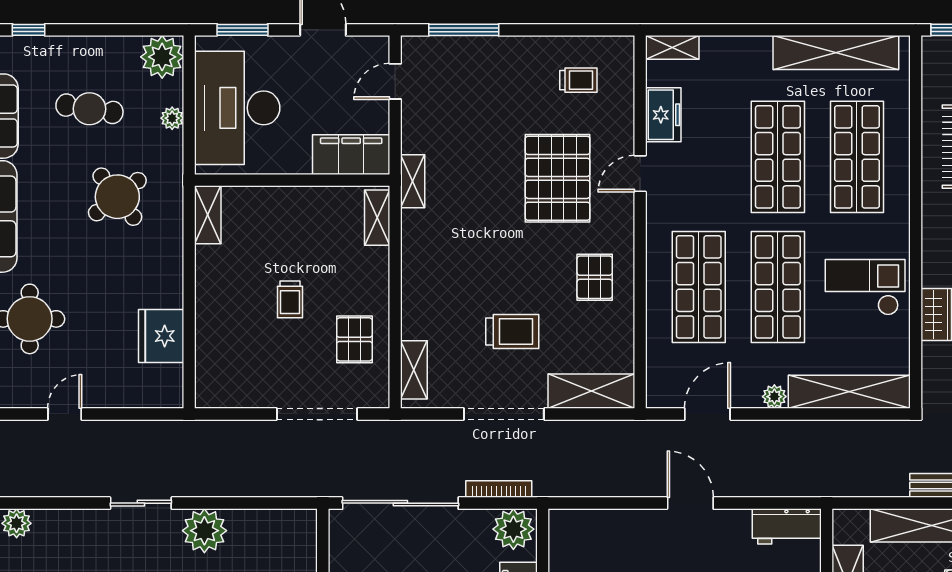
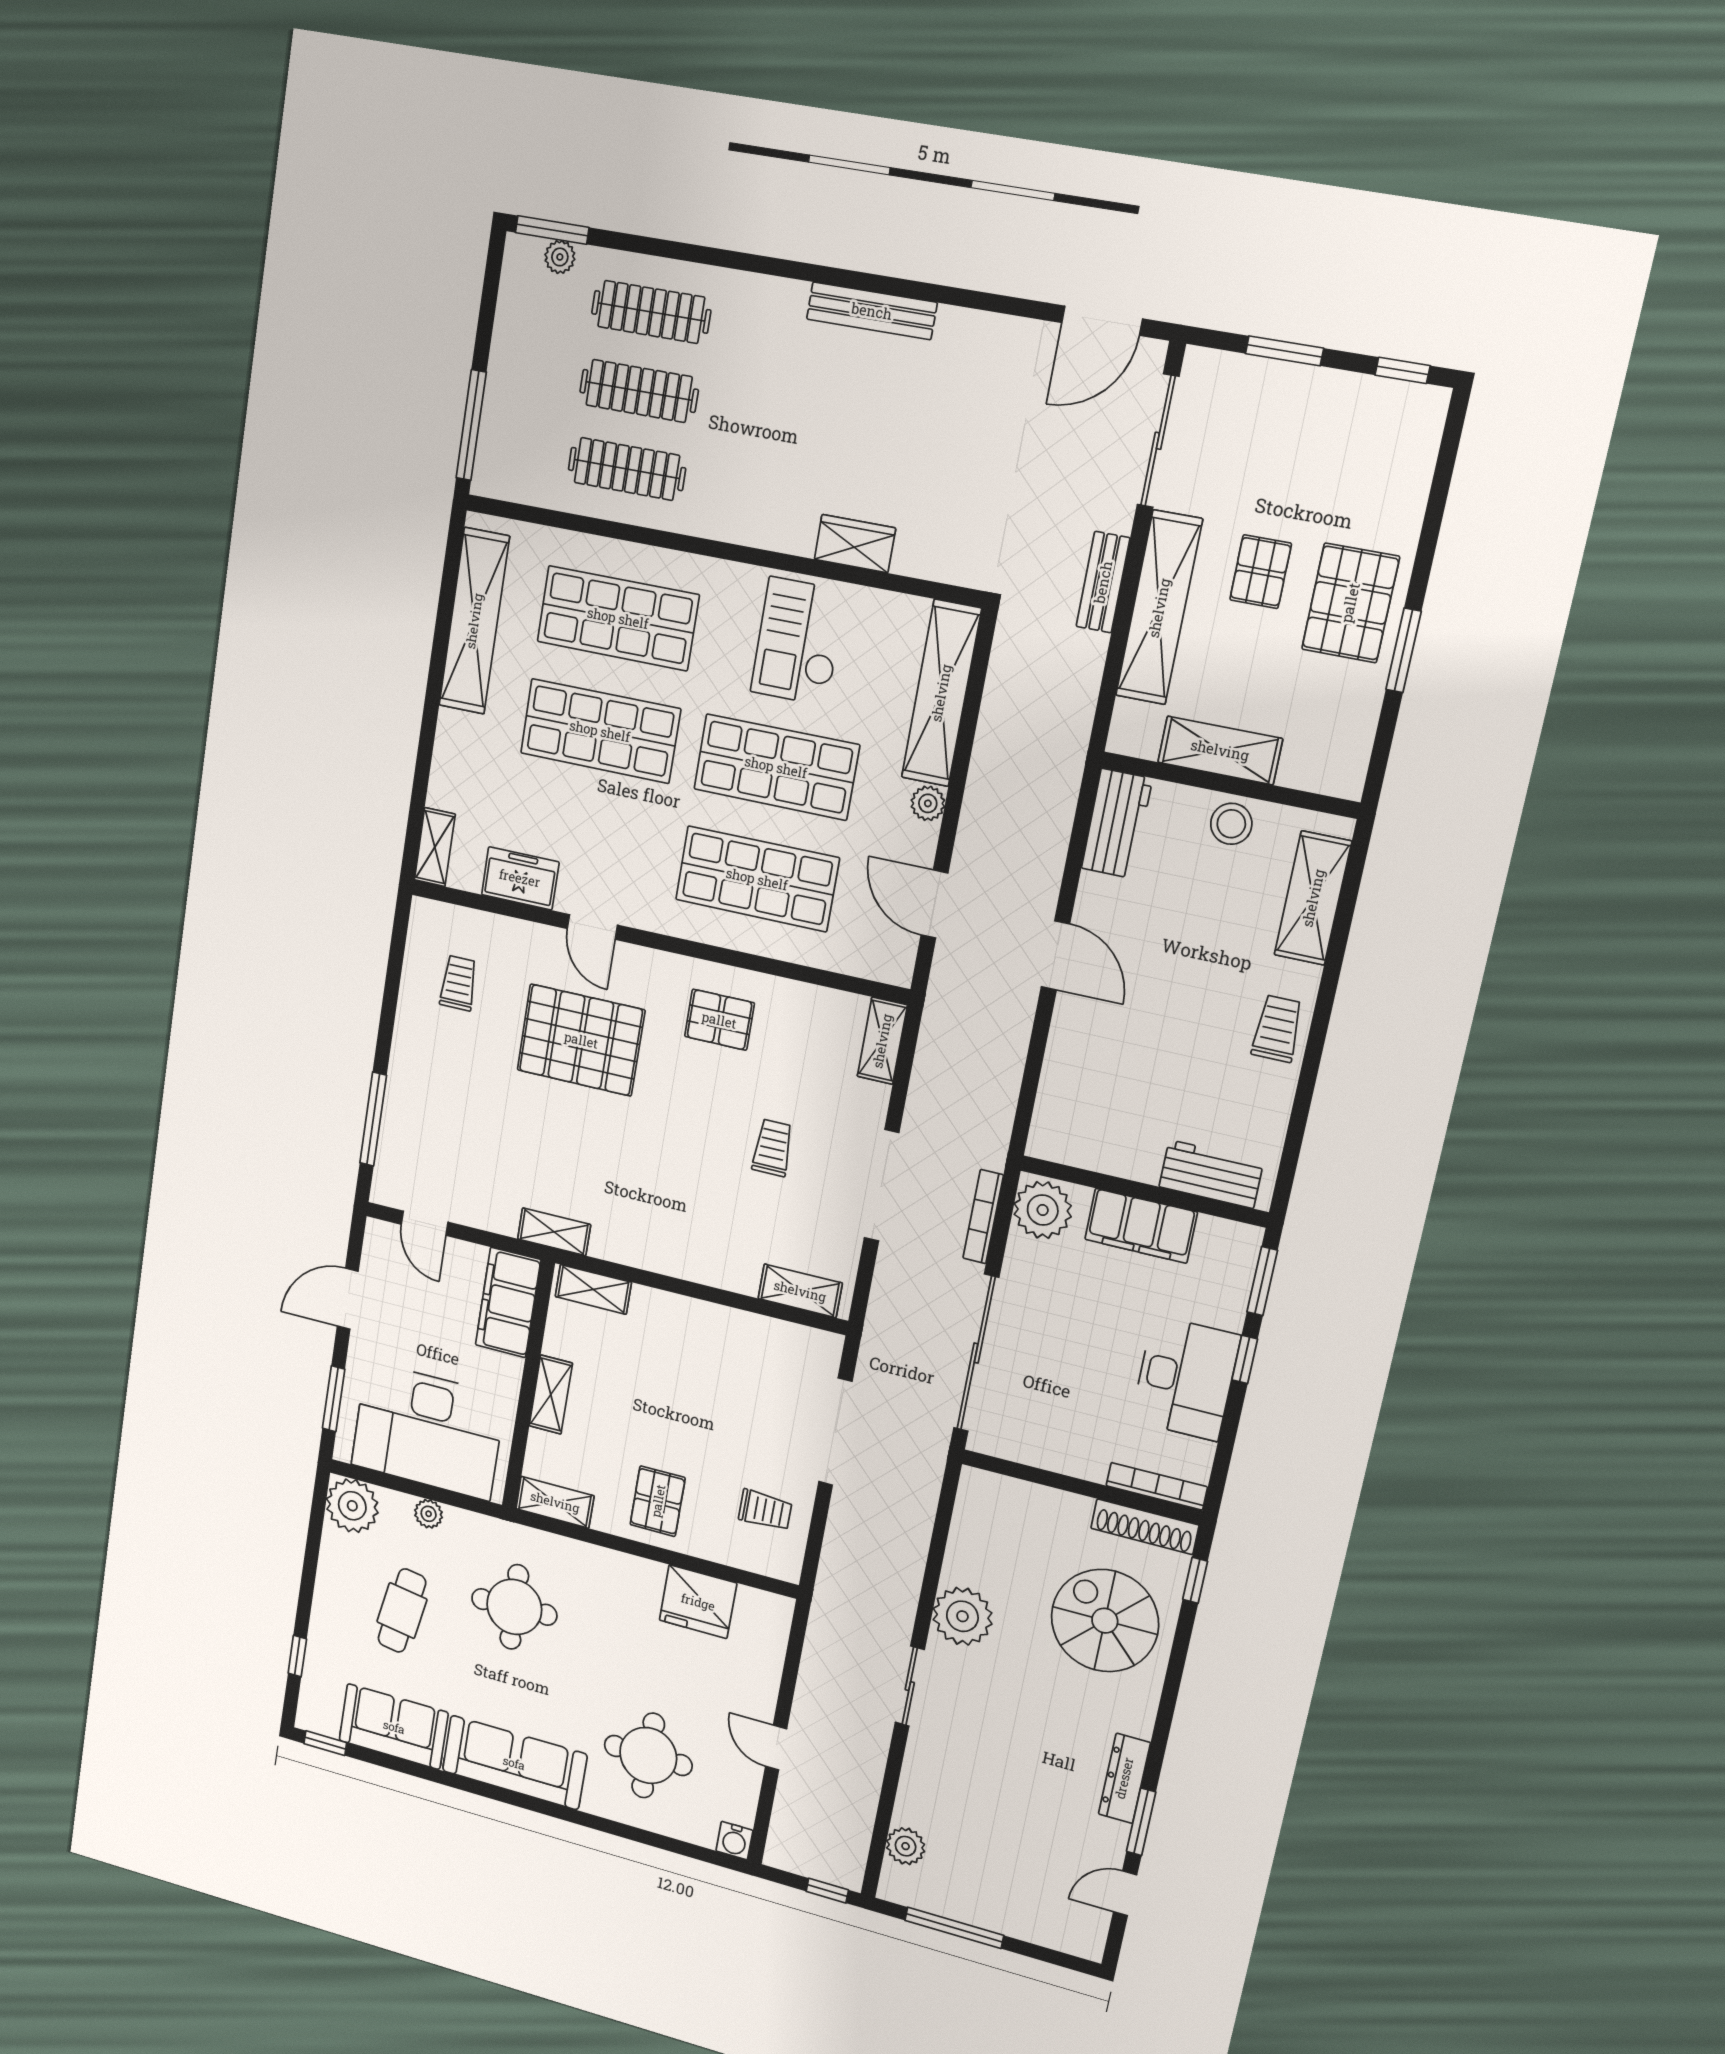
round table: (117, 197) -> (514, 1607), turned 36
shelving: (290, 198) -> (551, 1394), added
trolley: (290, 299) -> (765, 1510), moved
trolley: (512, 332) -> (773, 1148), width x0.73, depth x0.72
pallet: (354, 339) -> (658, 1501), moved, turned 90
shelving: (591, 391) -> (882, 1041), width x0.67, depth x0.75
door: (690, 503) -> (1055, 955), swing flipped

